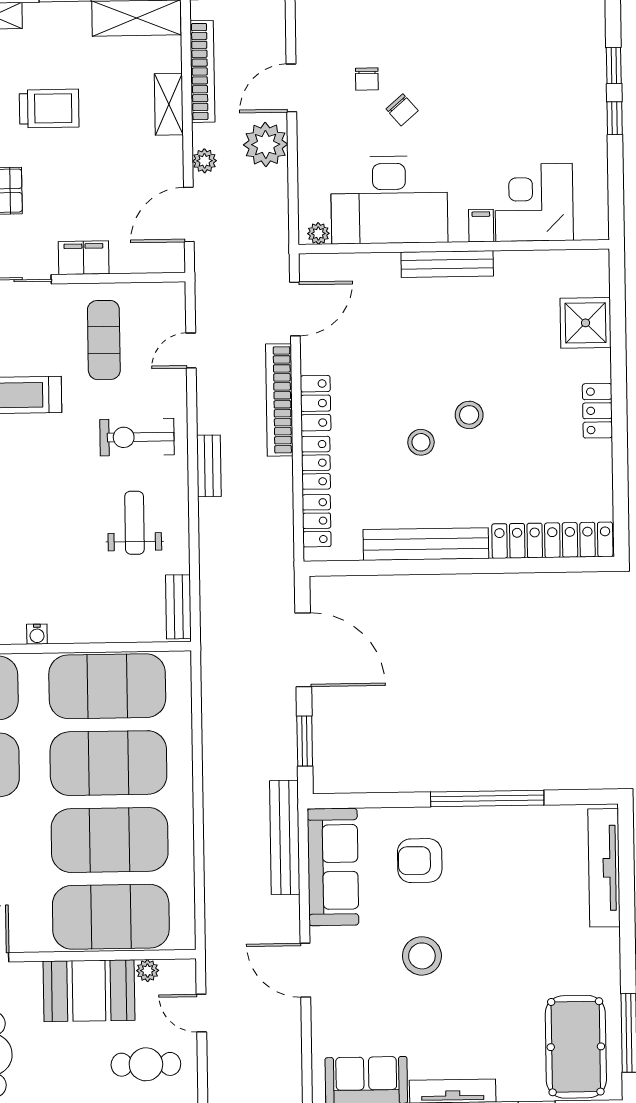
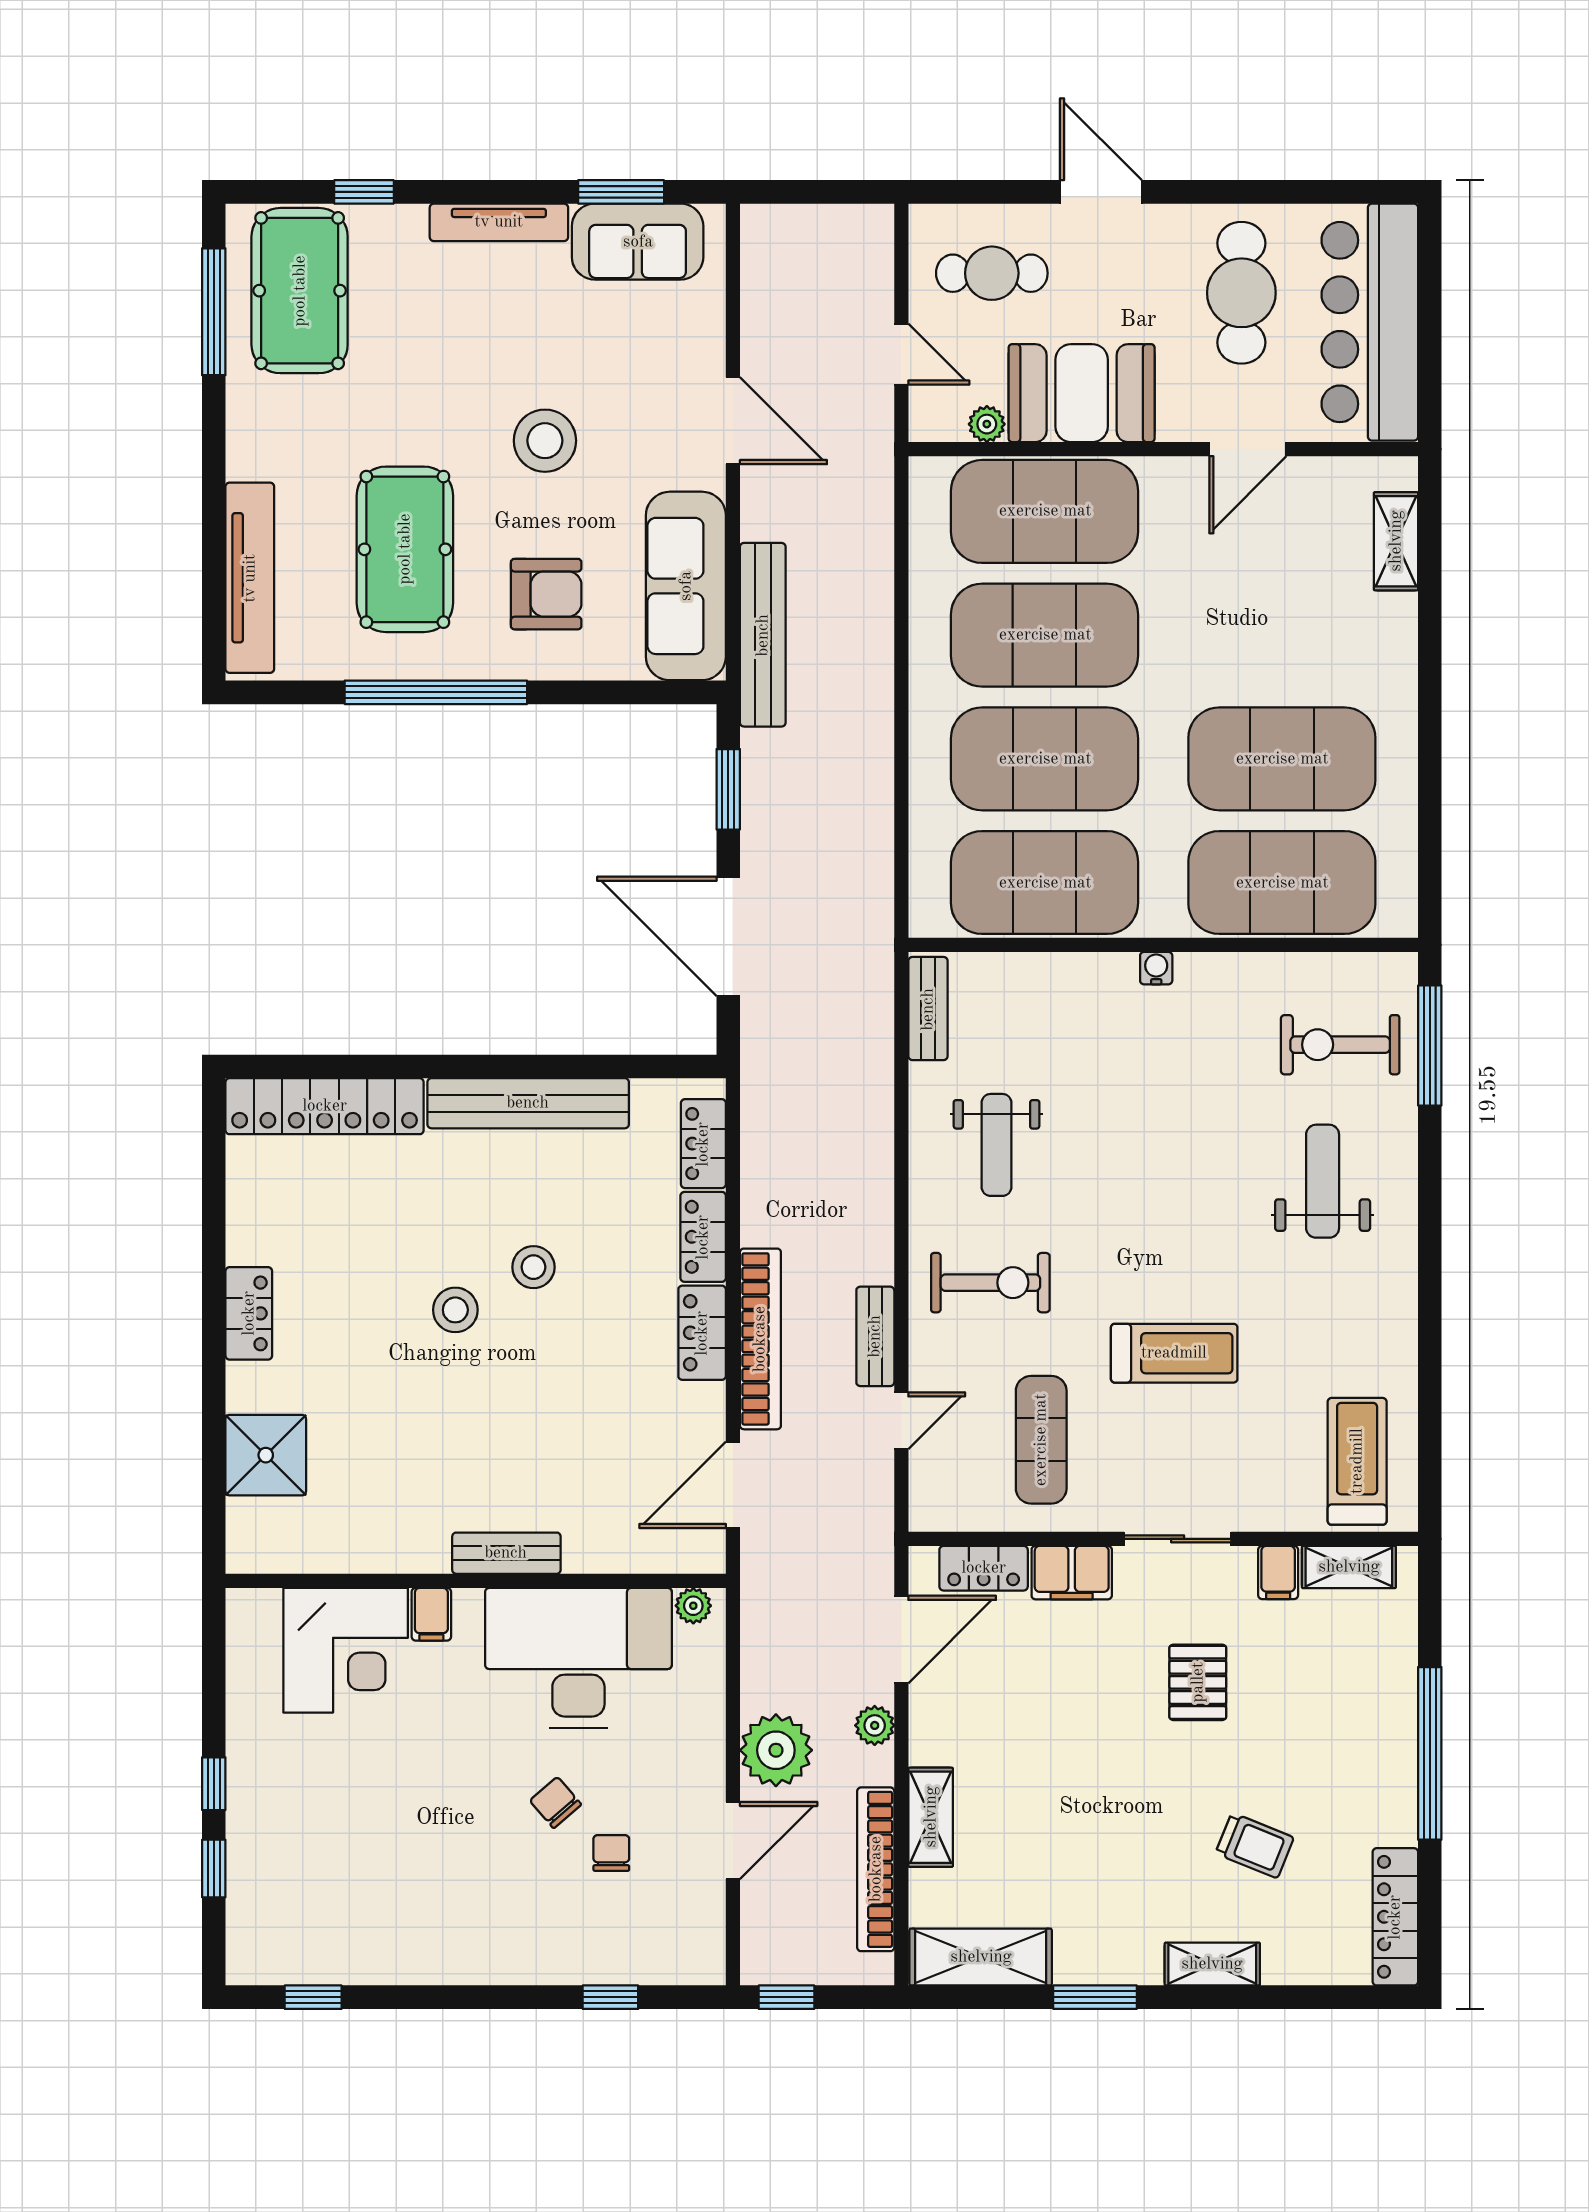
trolley: (49, 108) -> (1123, 1814), removed
locker: (138, 260) -> (984, 1568), added
bench: (447, 264) -> (506, 1553), width x0.73
bench: (209, 466) -> (875, 1336), moved
pool table: (508, 887) -> (405, 549), added

